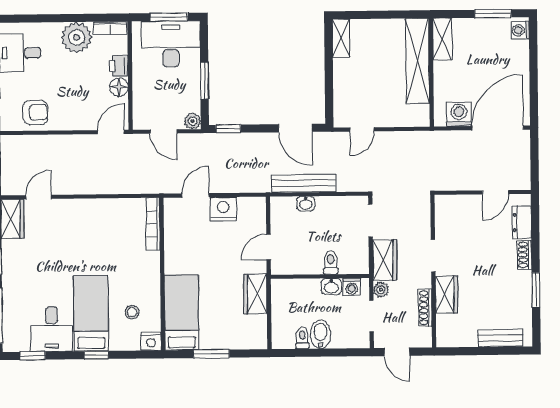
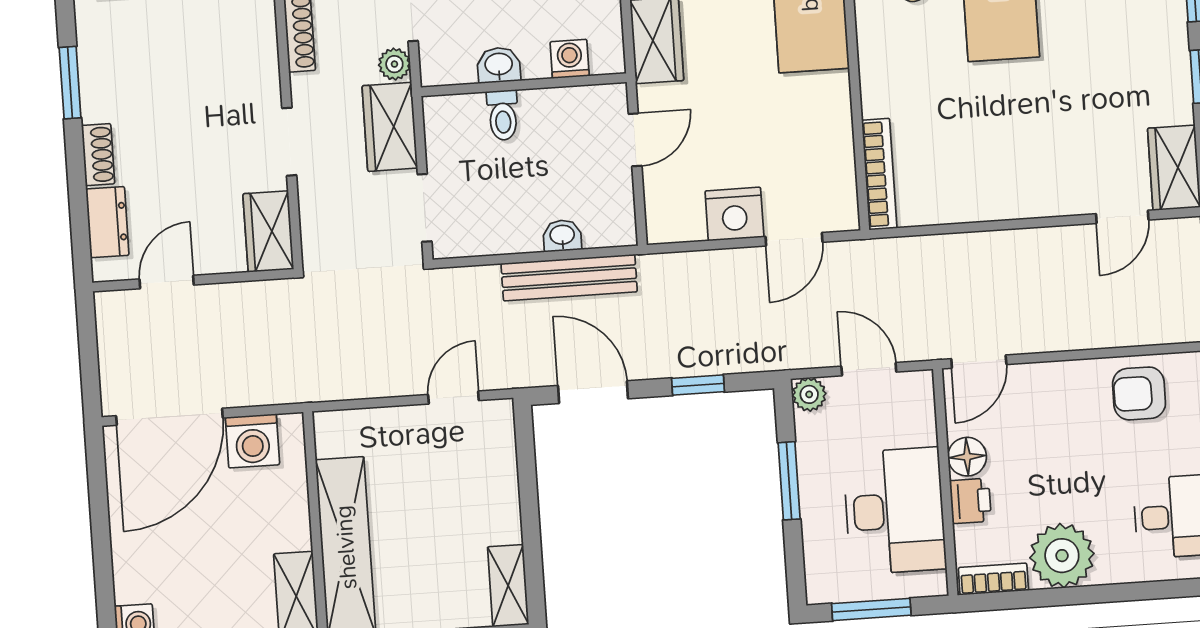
desk: (171, 44) -> (895, 511), moved, turned -90
window: (228, 129) -> (698, 385), moved
washing machine: (352, 287) -> (570, 59), moved
wardrobe: (446, 294) -> (268, 231), moved

